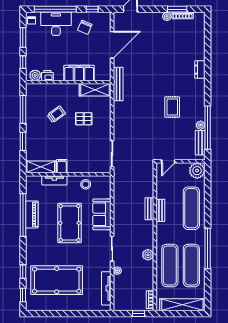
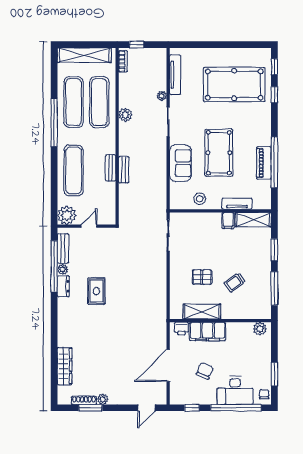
chair: (85, 27) -> (205, 371), moved
wardrobe: (199, 44) -> (65, 366), added
window: (23, 62) -> (274, 345), removed
dresser: (200, 70) -> (63, 286), moved
printer: (47, 76) -> (181, 328), moved
bench: (118, 84) -> (161, 319), removed
shelving: (95, 90) -> (202, 312), moved
door: (168, 161) -> (89, 226), moved

